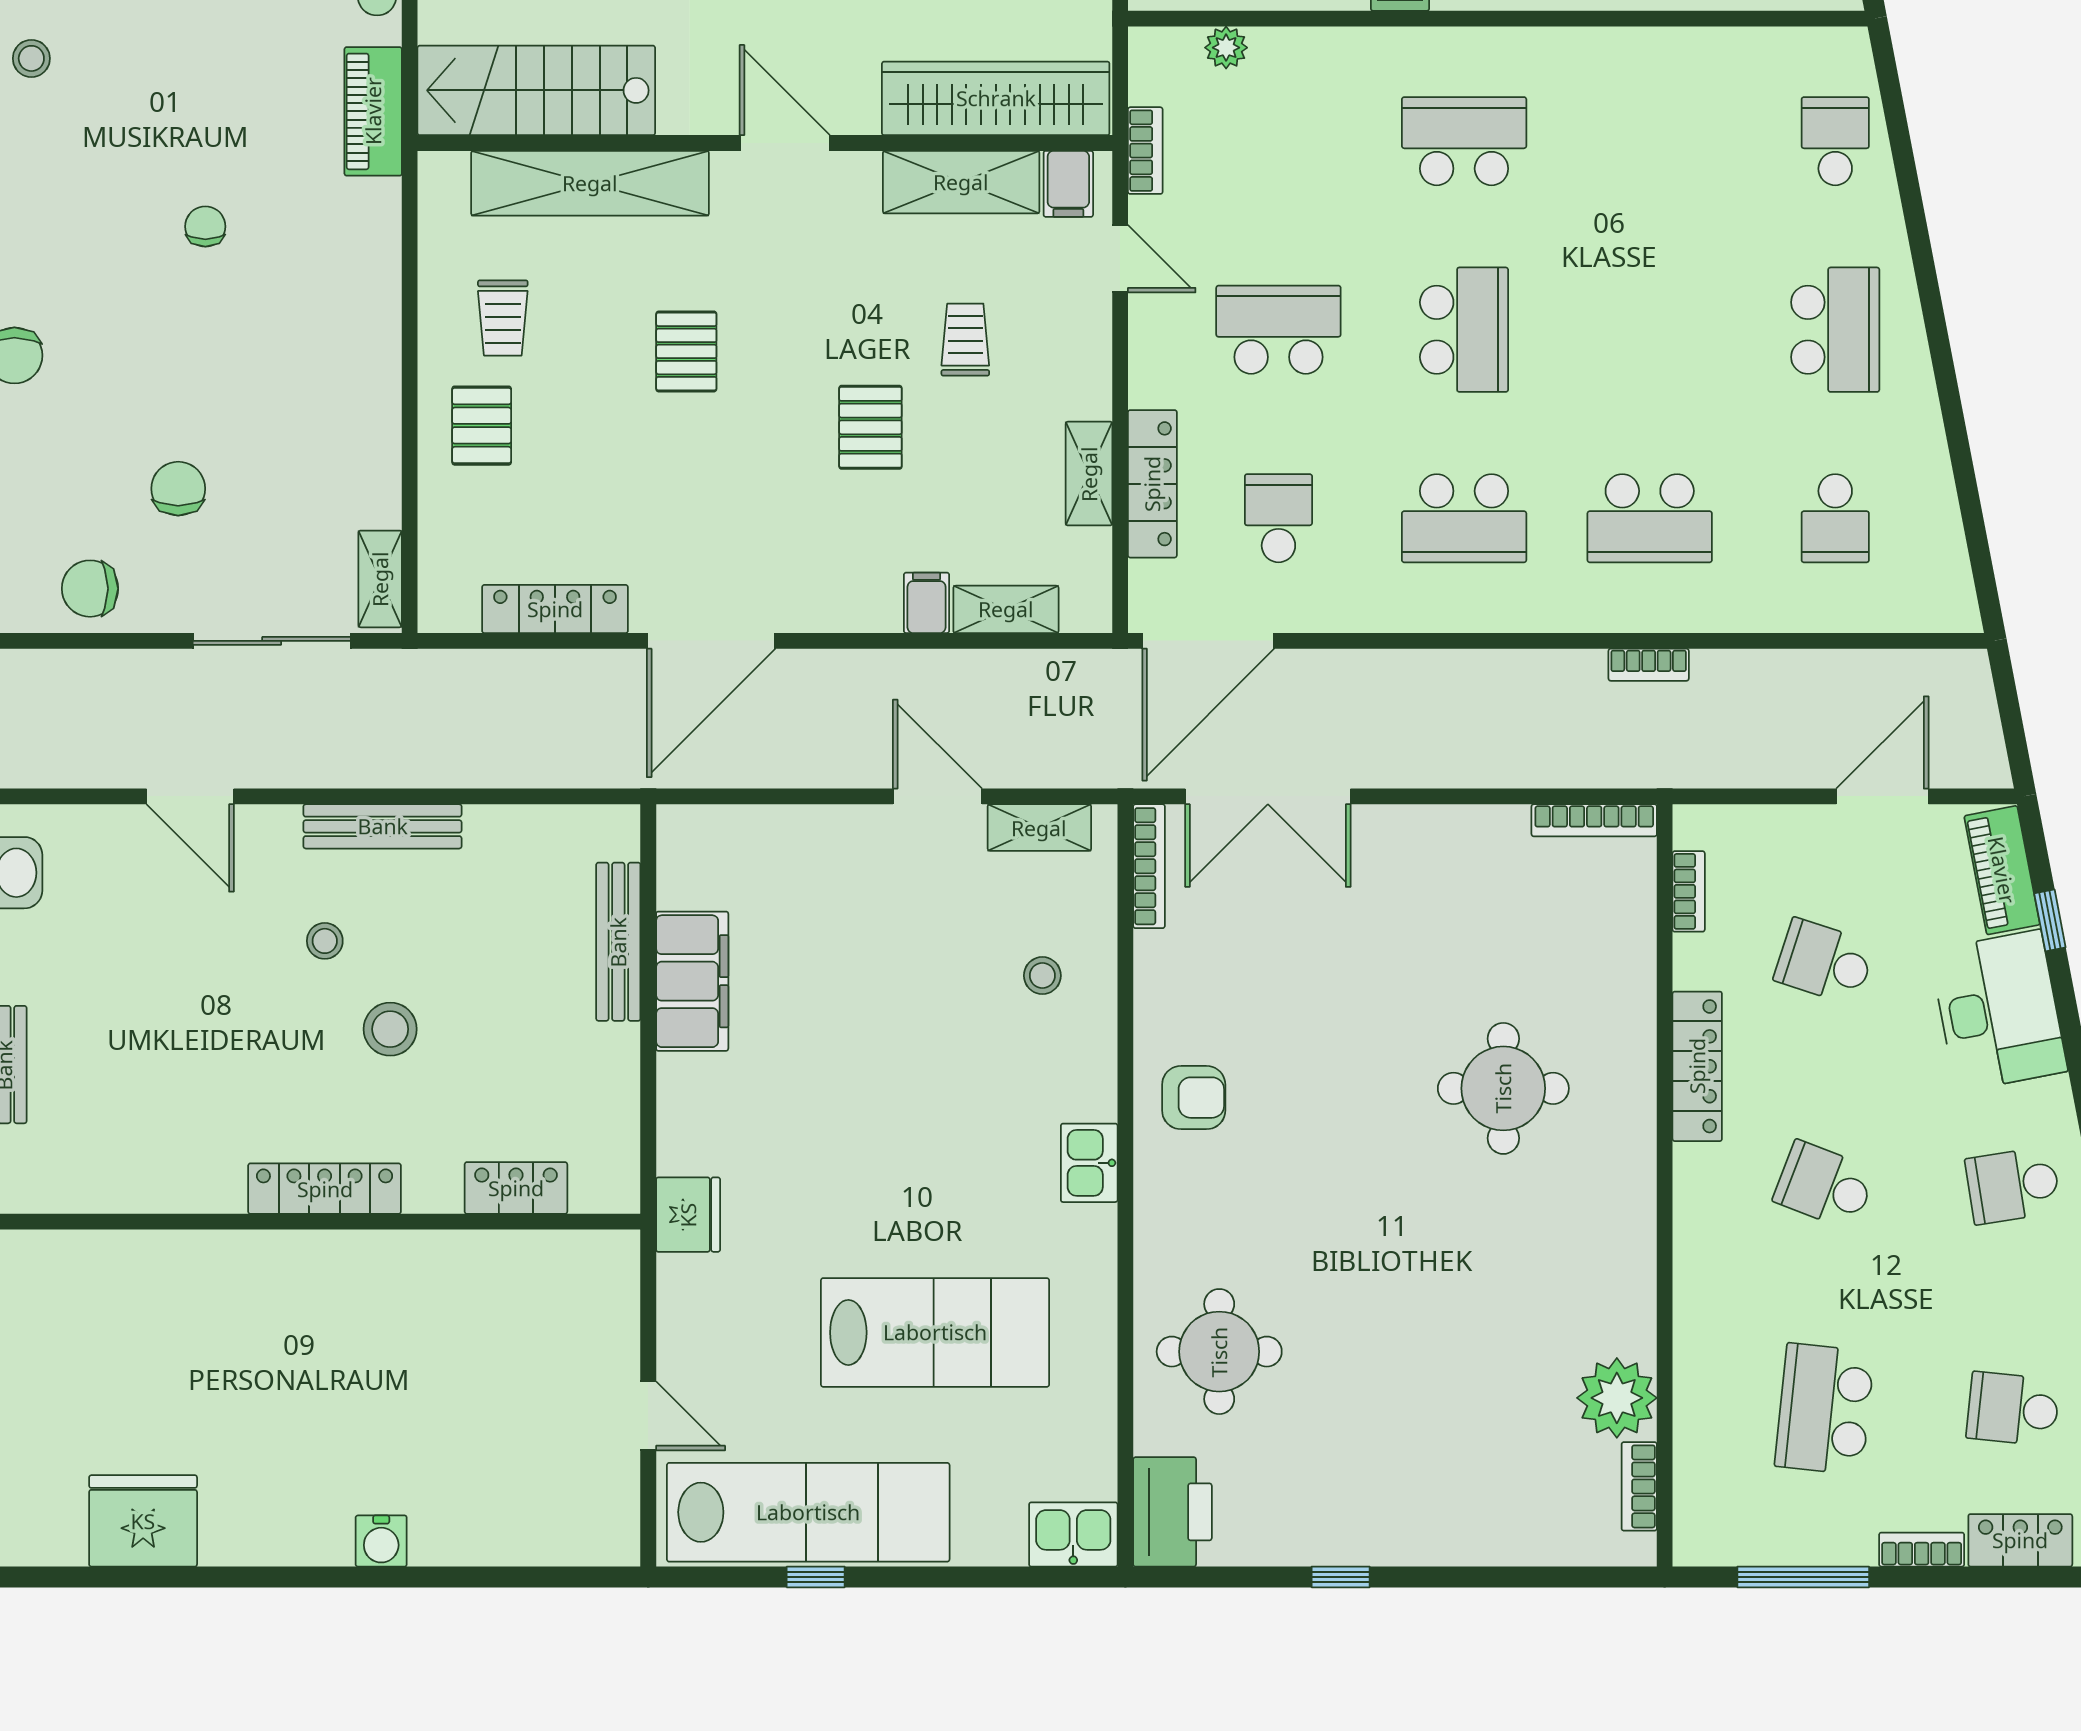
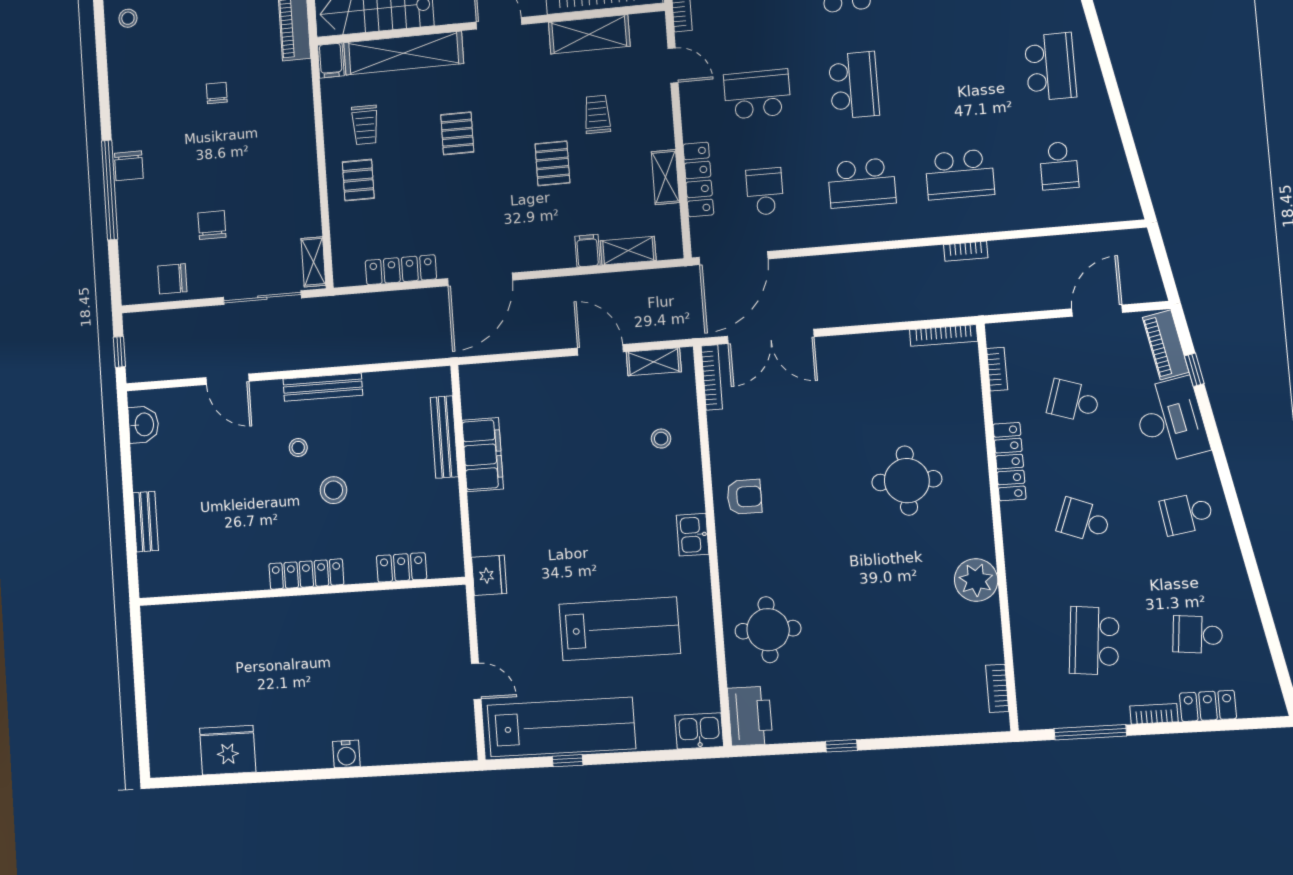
filing cabinet: (1068, 184) -> (331, 61), moved
plant: (1617, 1398) -> (976, 580), moved

